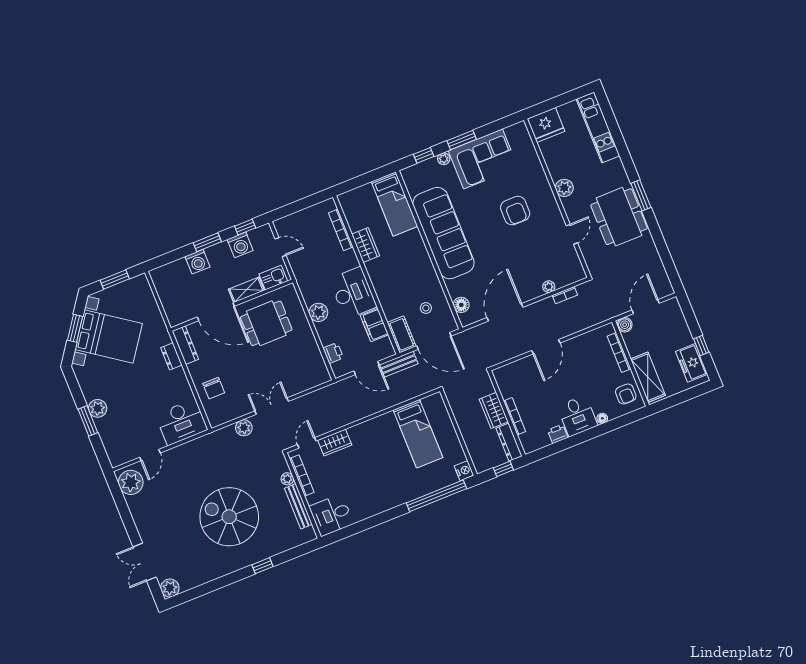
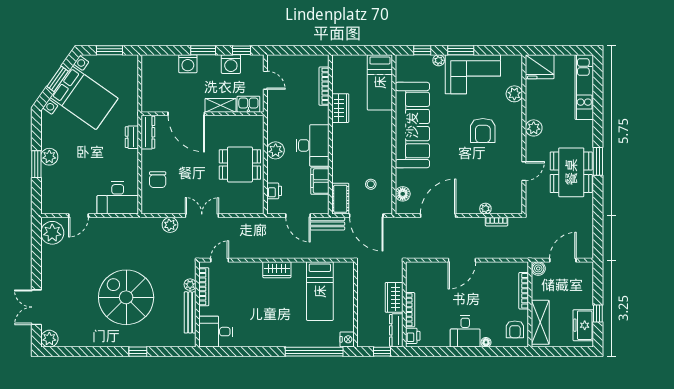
plant: (532, 162) -> (514, 94), added
dining table: (266, 323) -> (240, 164), moved
printer: (558, 434) -> (413, 336), moved, turned 90
wardrobe: (335, 443) -> (277, 270), moved

